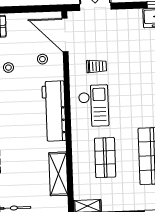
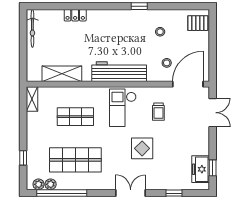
display table: (138, 83) -> (142, 148), added
checkout: (94, 106) -> (123, 108), turned 90

